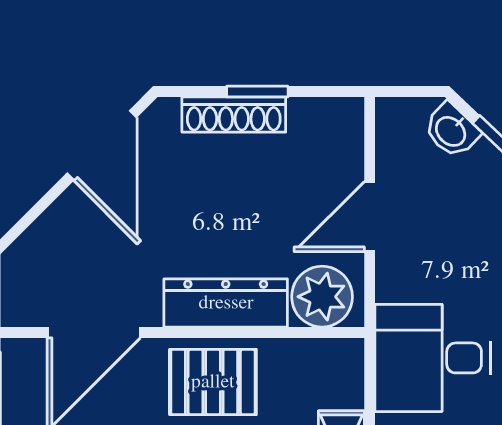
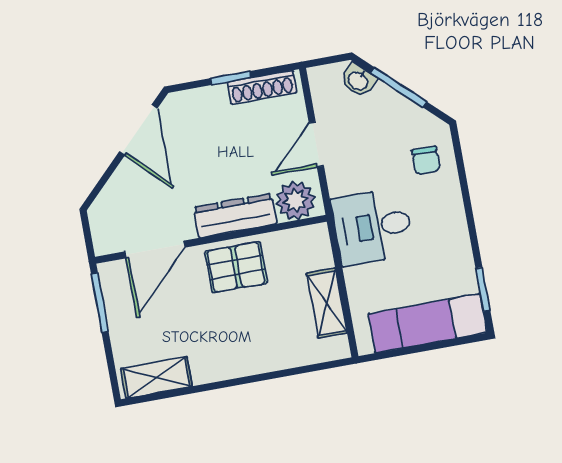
shoe rack: (234, 115) -> (262, 87), moved

